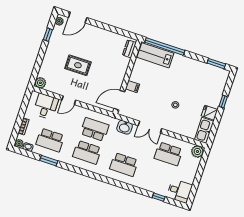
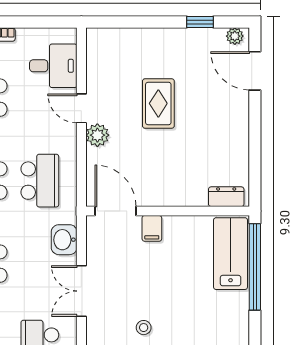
plant: (40, 83) -> (97, 135), moved

